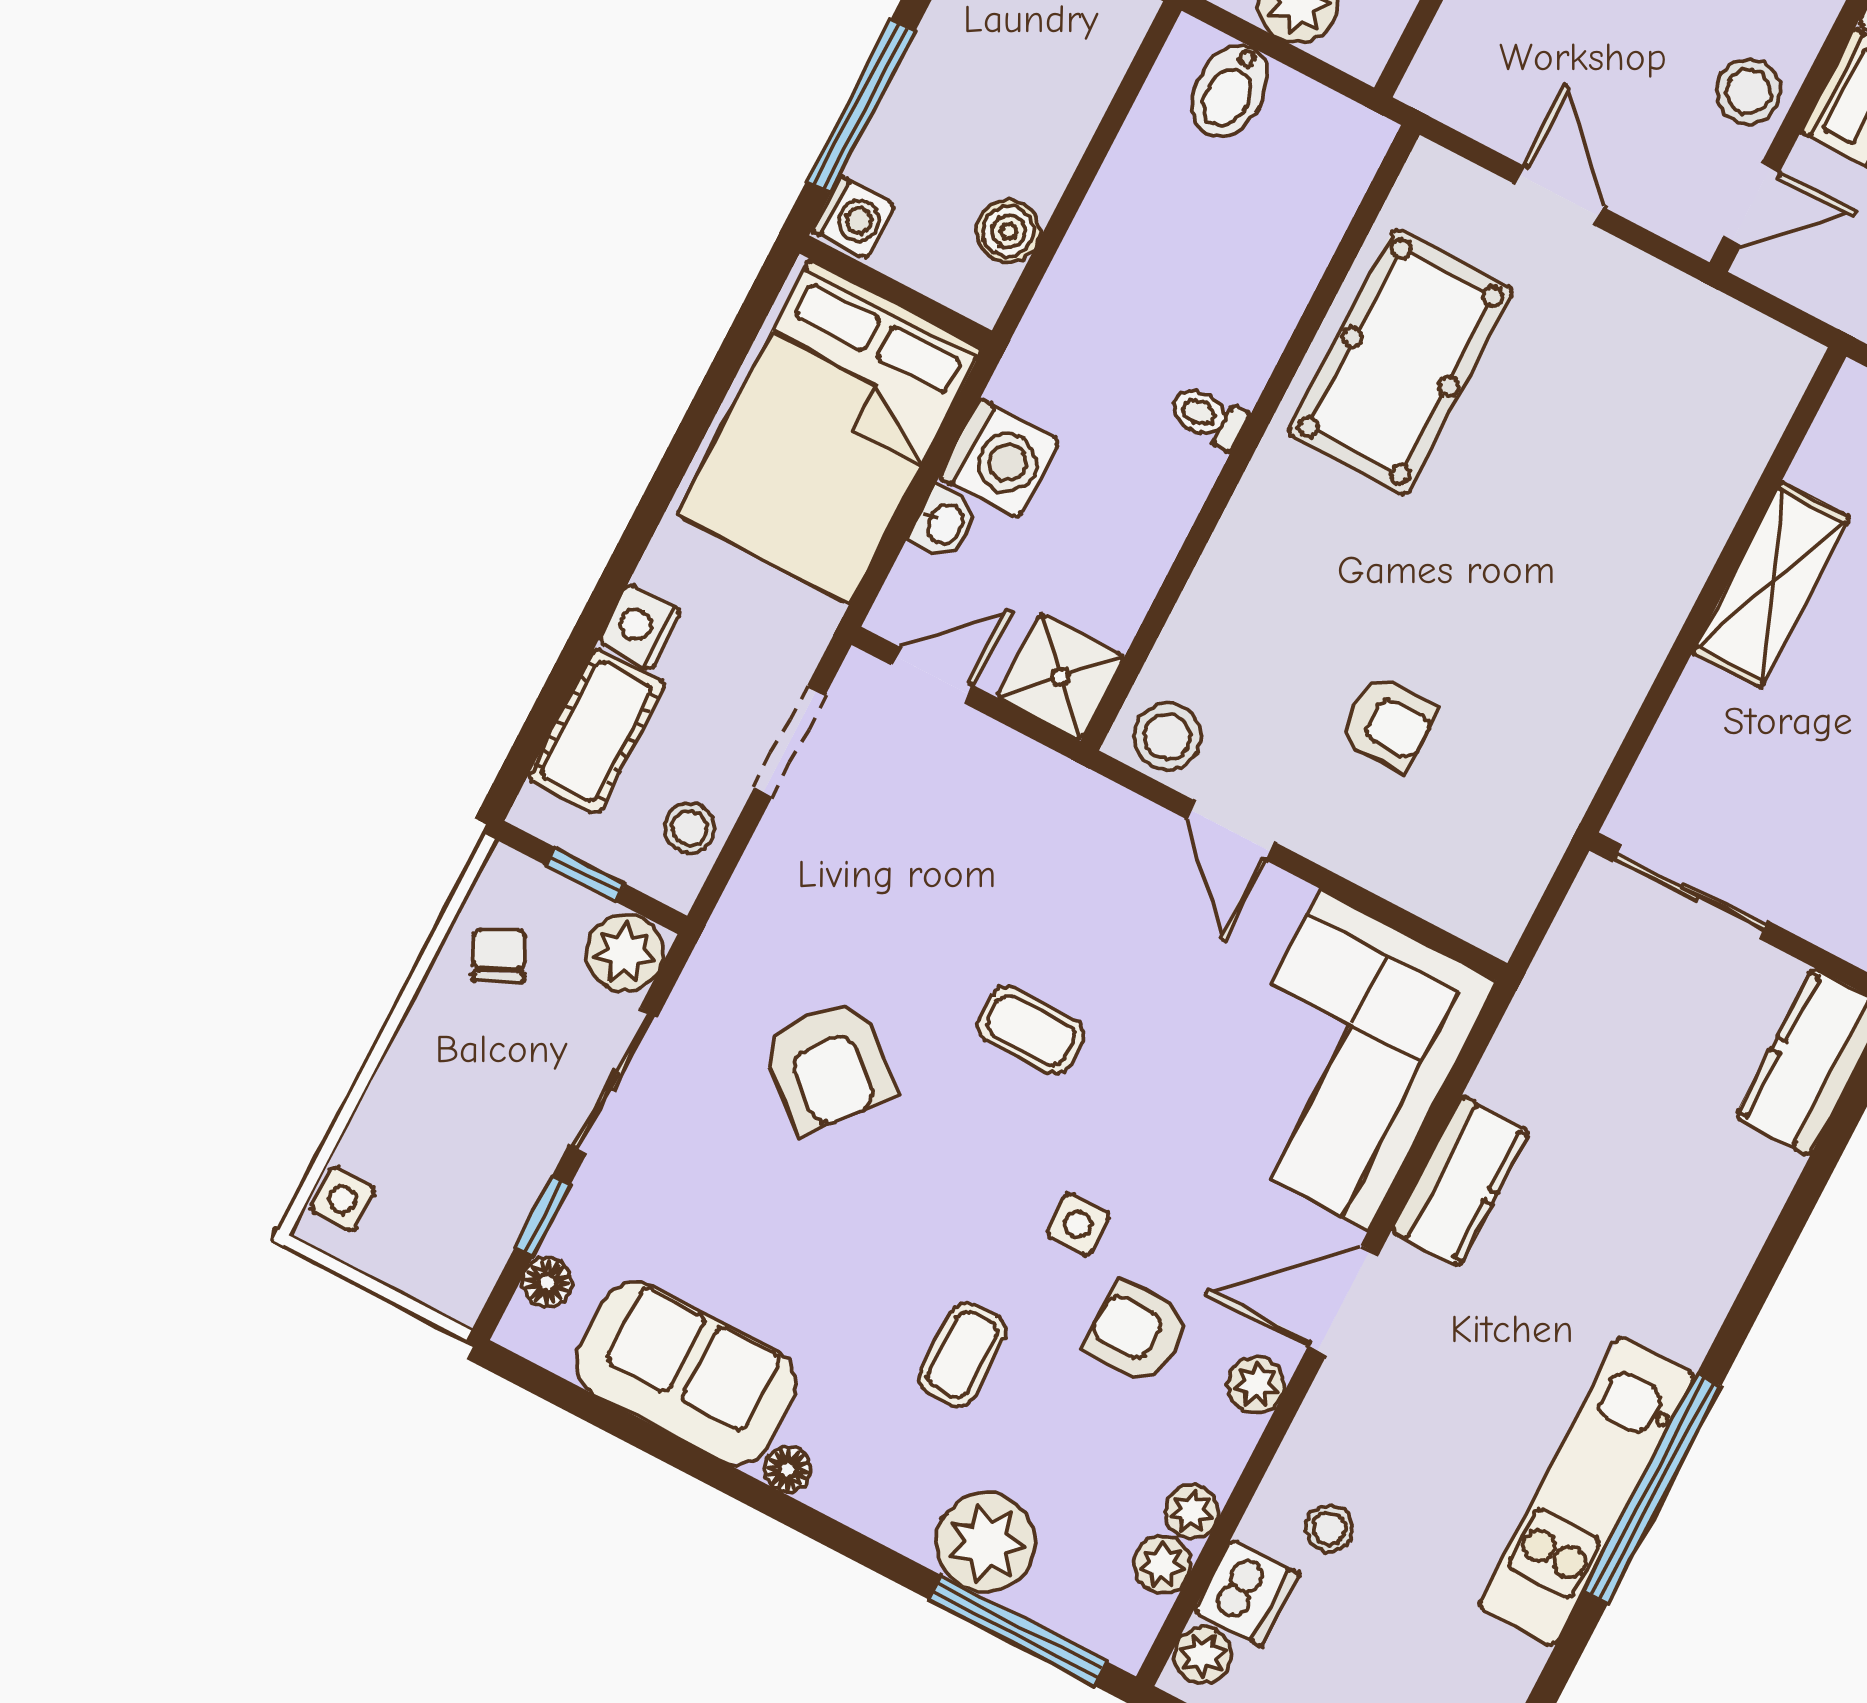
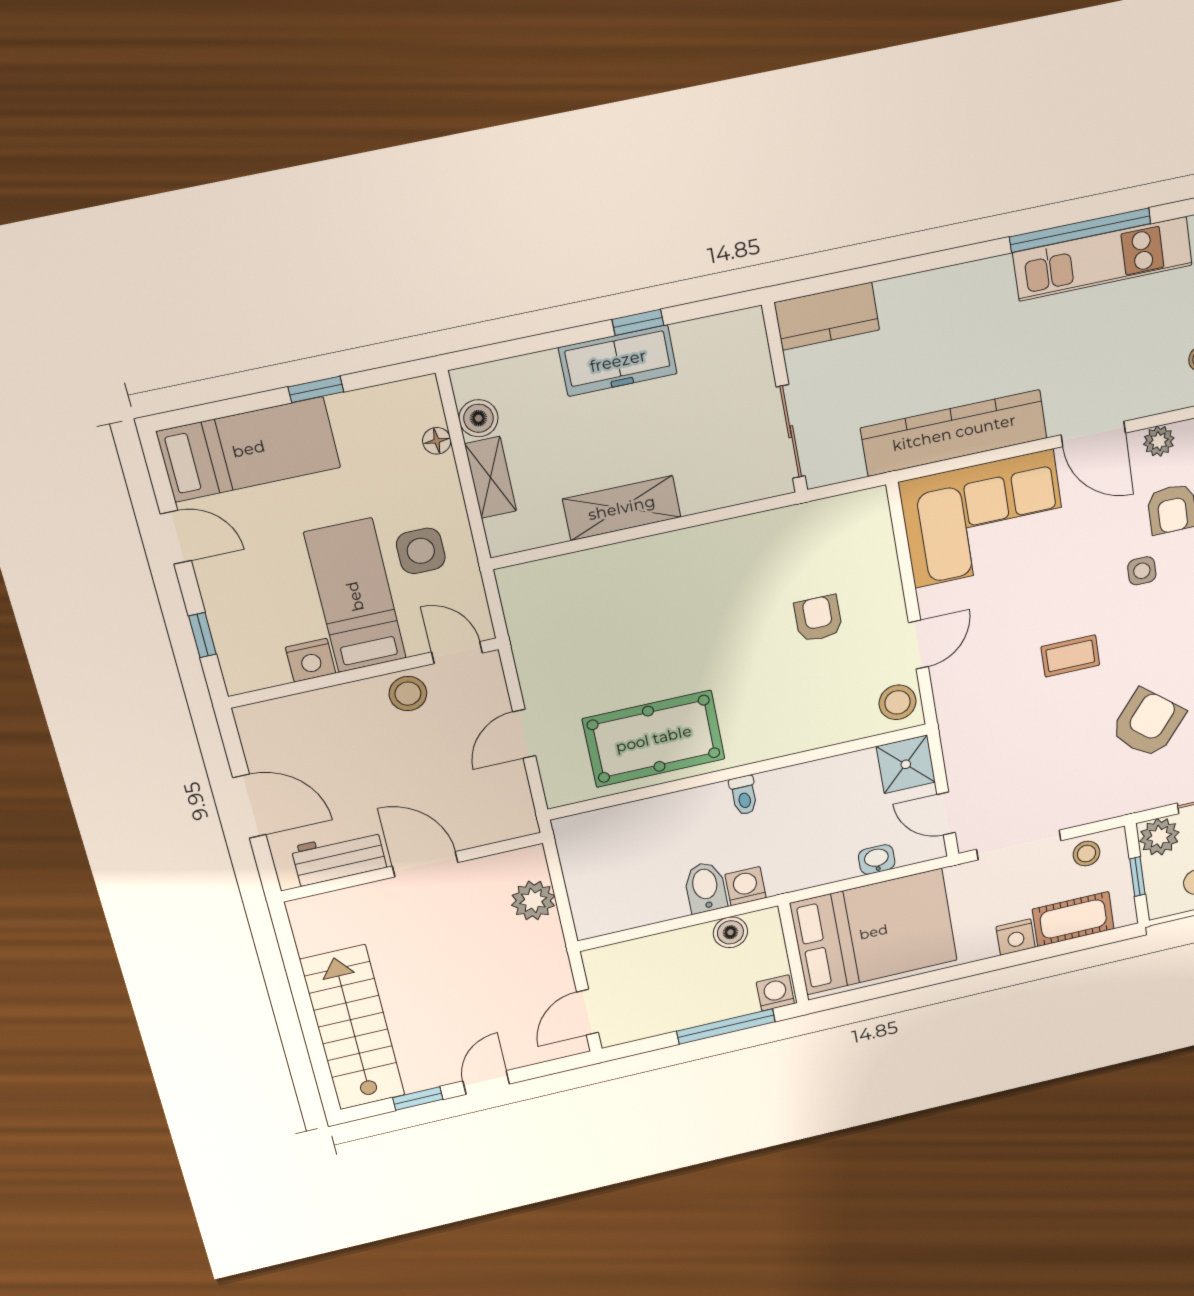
bidet: (1230, 91) -> (705, 887), moved, turned -90
washing machine: (999, 459) -> (745, 886), moved, width x0.73, depth x0.73
doorway: (790, 741) -> (1019, 845), width x1.38
coffee table: (1031, 1030) -> (1070, 656), turned 90
kitchen counter: (1461, 1181) -> (954, 433), width x2.08, depth x1.17

